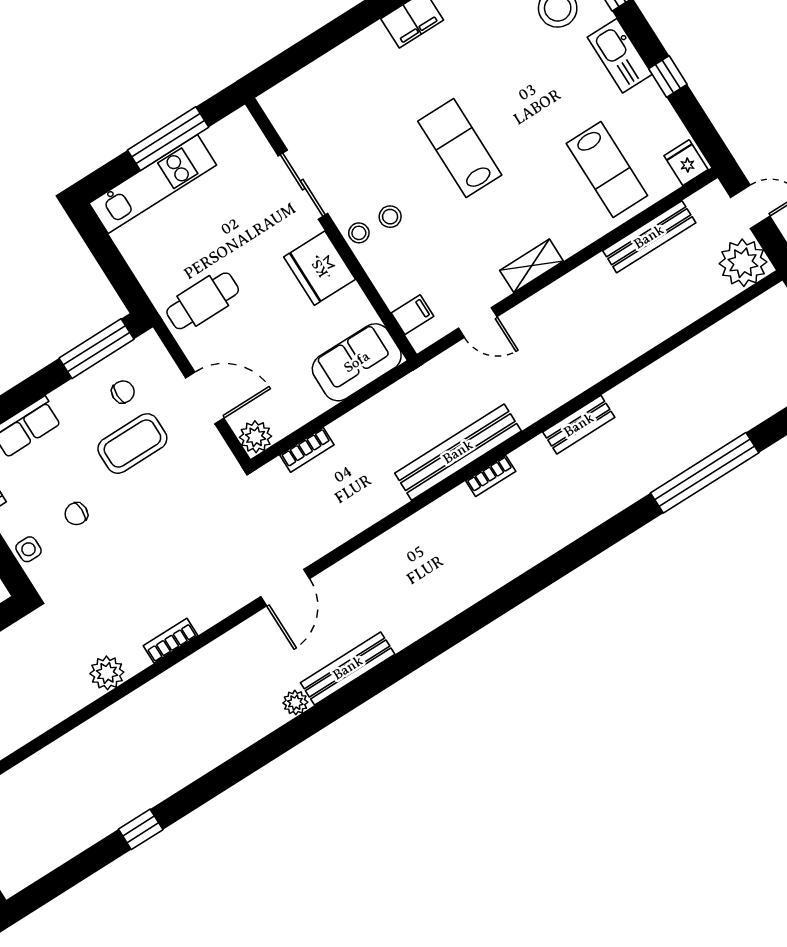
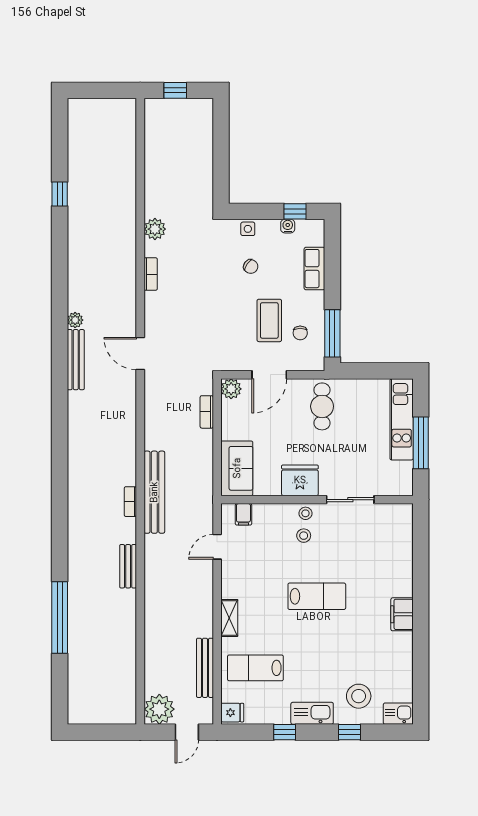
shelving: (532, 266) -> (229, 618), moved
chair: (76, 514) -> (251, 267), turned 125

